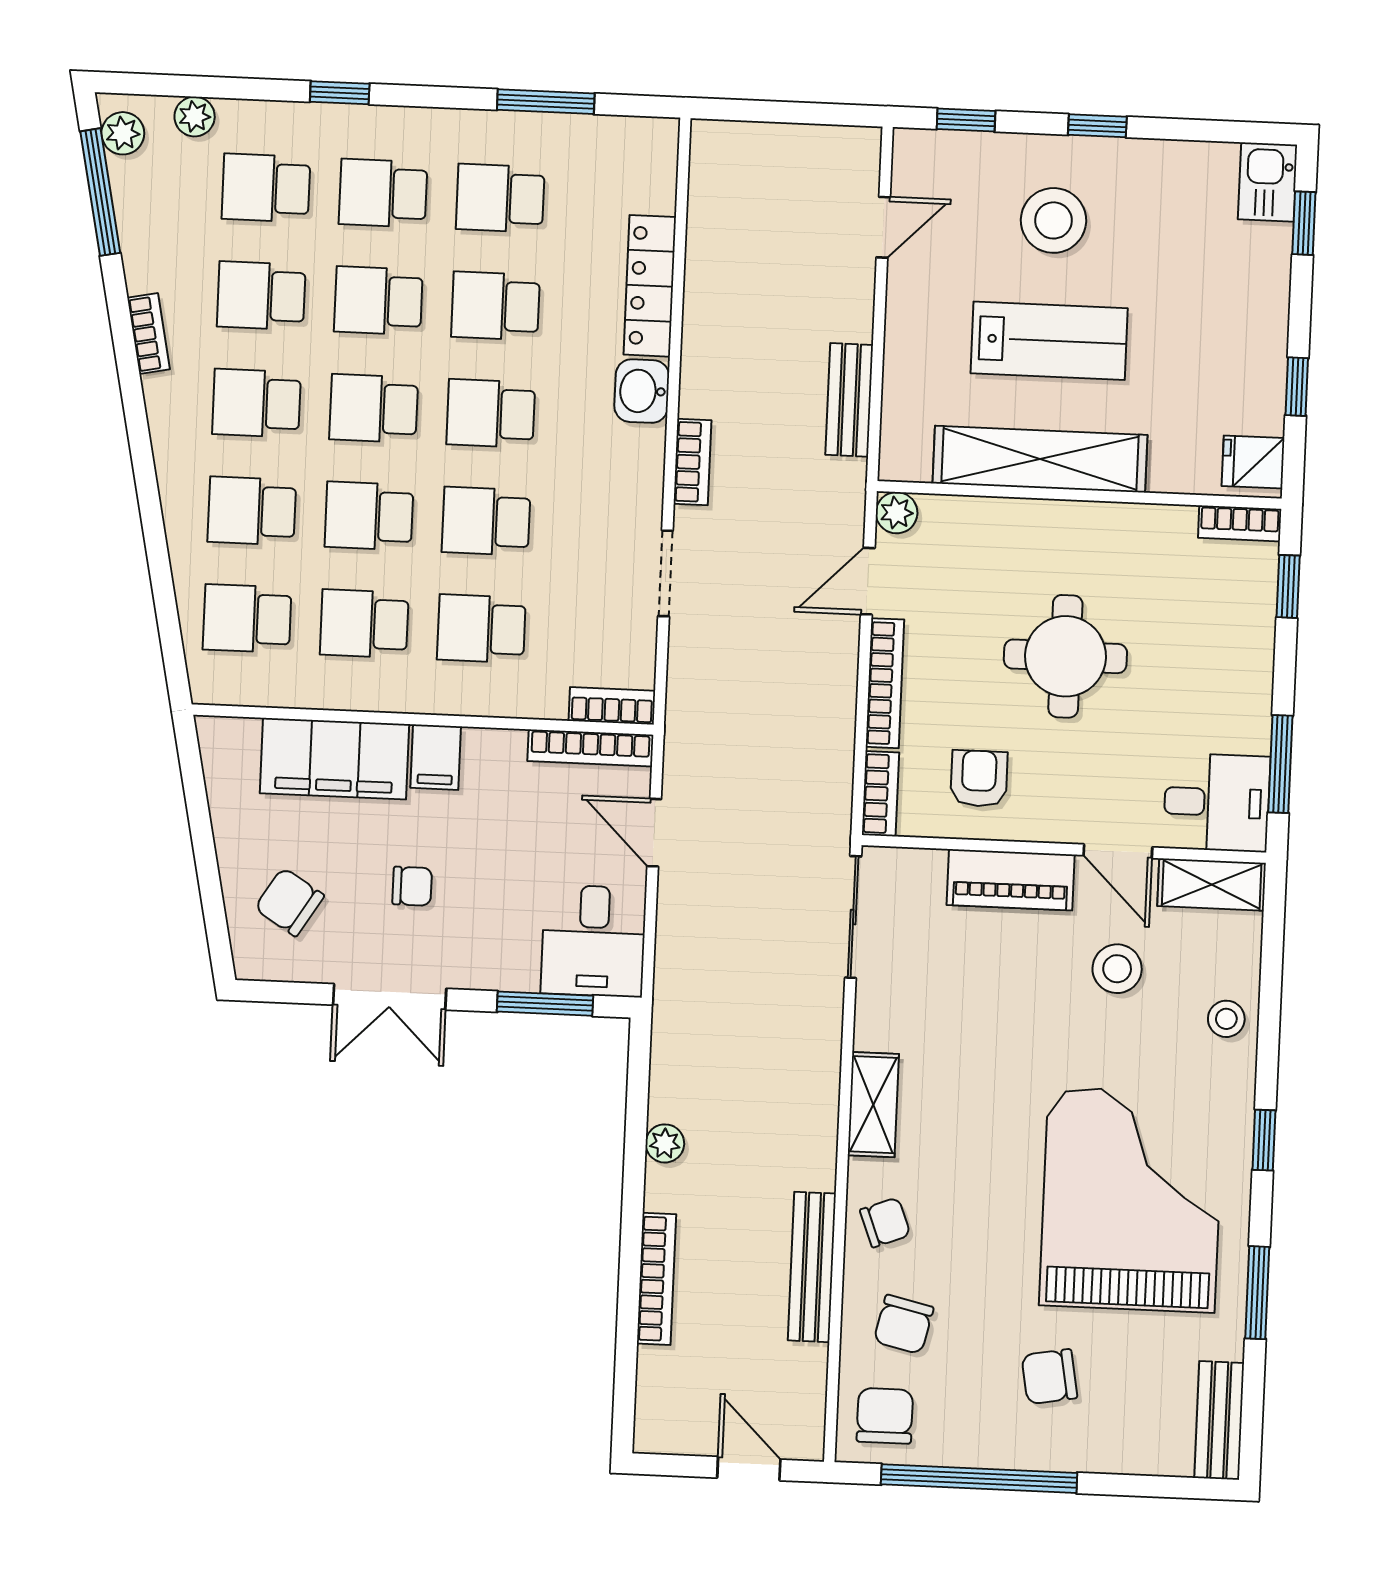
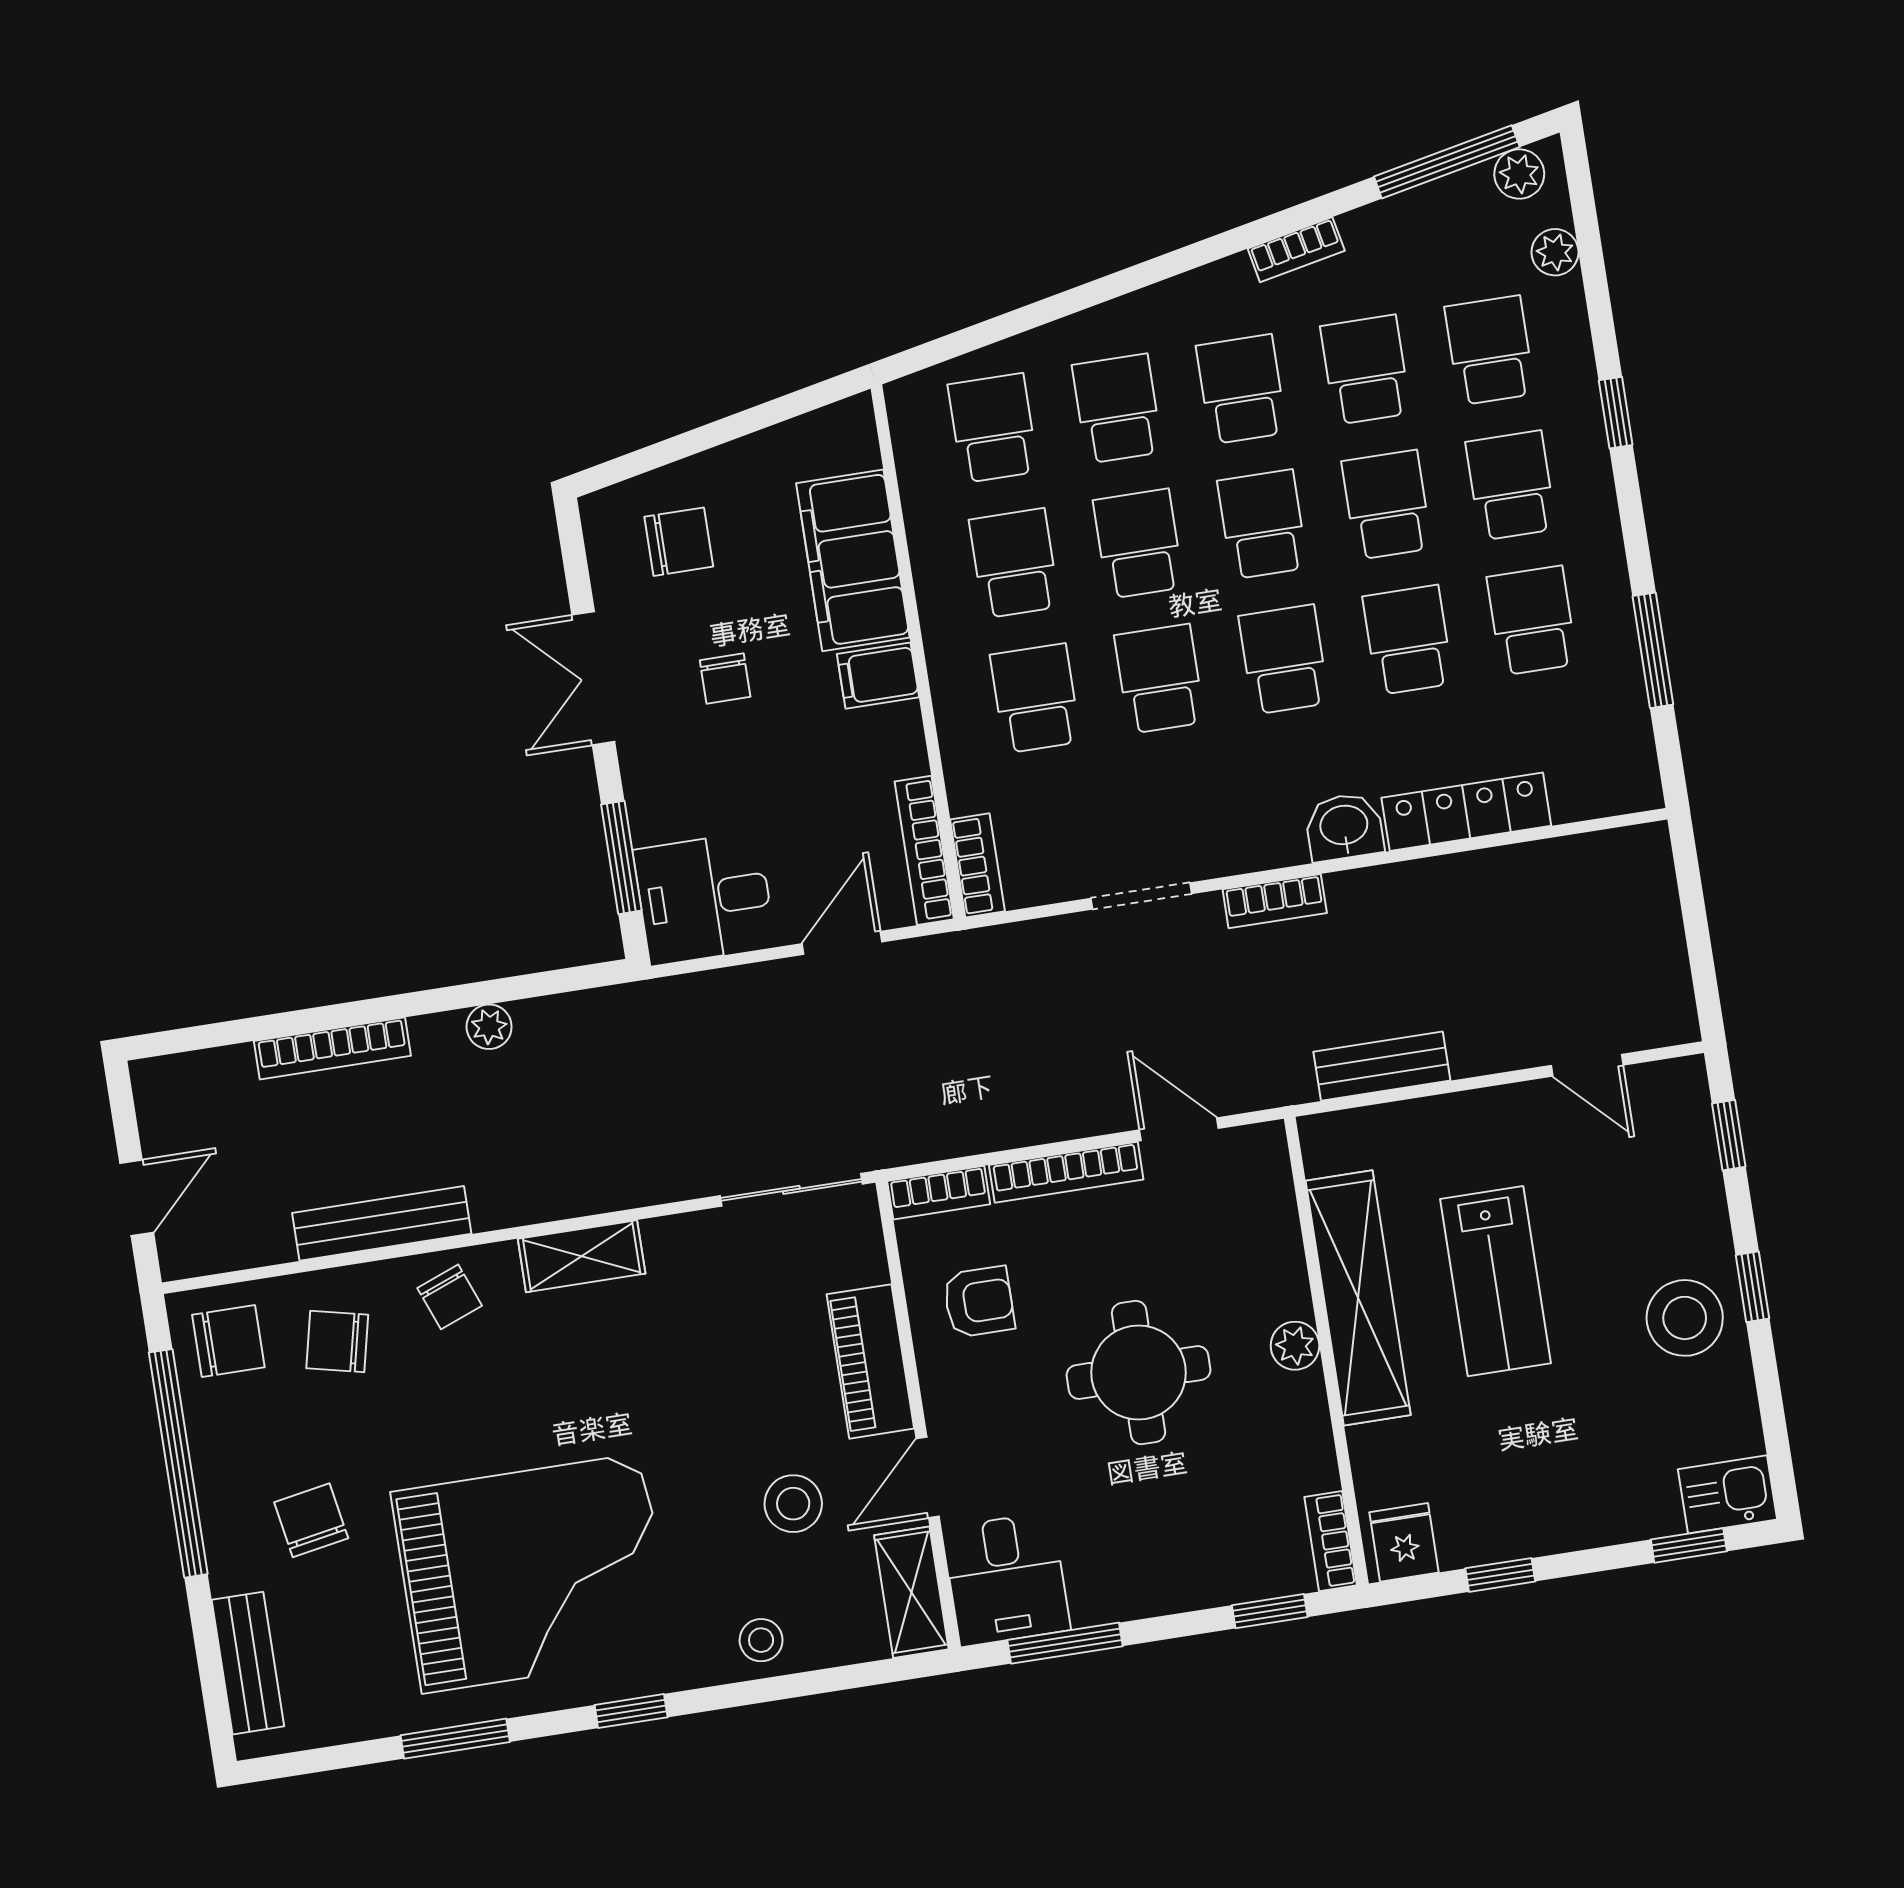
stool: (1053, 220) -> (1685, 1318), moved
plant: (897, 513) -> (1295, 1346), moved
chair: (289, 902) -> (679, 542), turned 58
bench: (1219, 1420) -> (248, 1663), moved, turned 90

